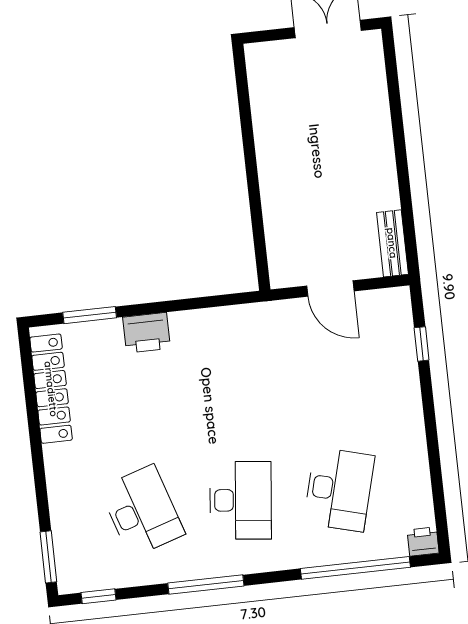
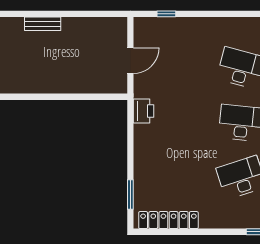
bench: (392, 243) -> (43, 24), moved
printer: (147, 333) -> (144, 111), moved

